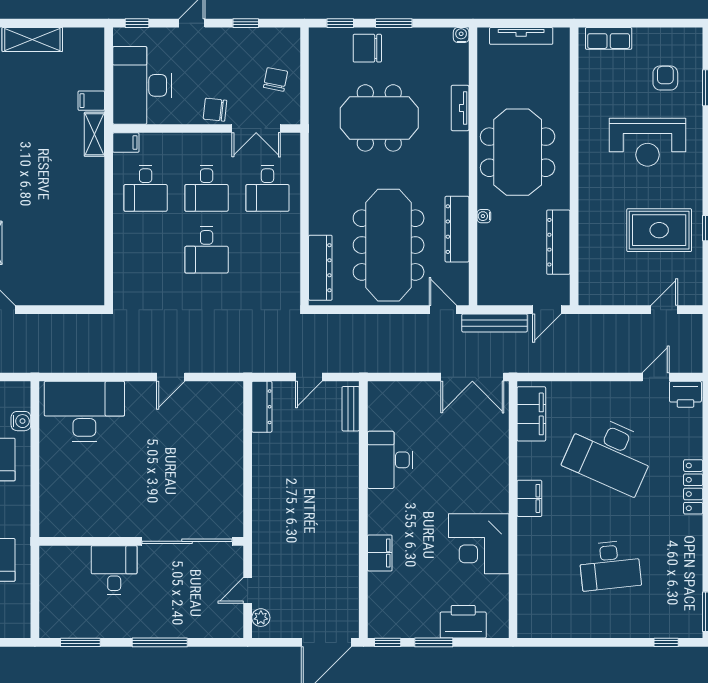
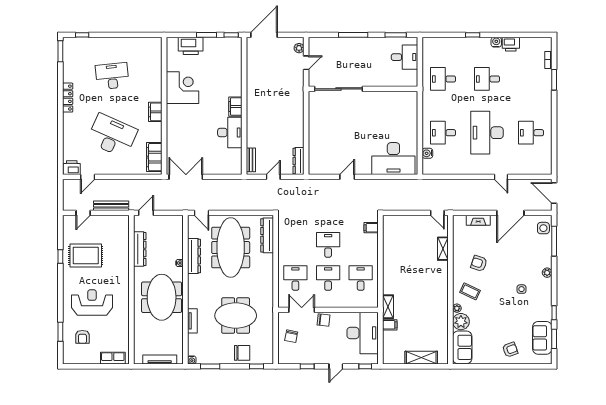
window: (394, 23) -> (210, 366), moved
filing cabinet: (126, 143) -> (371, 228), moved
bench: (495, 323) -> (111, 206), moved
locker: (693, 487) -> (68, 98), moved
filing cabinet: (380, 553) -> (235, 107), moved
desk: (114, 570) -> (405, 57), moved, turned -90

